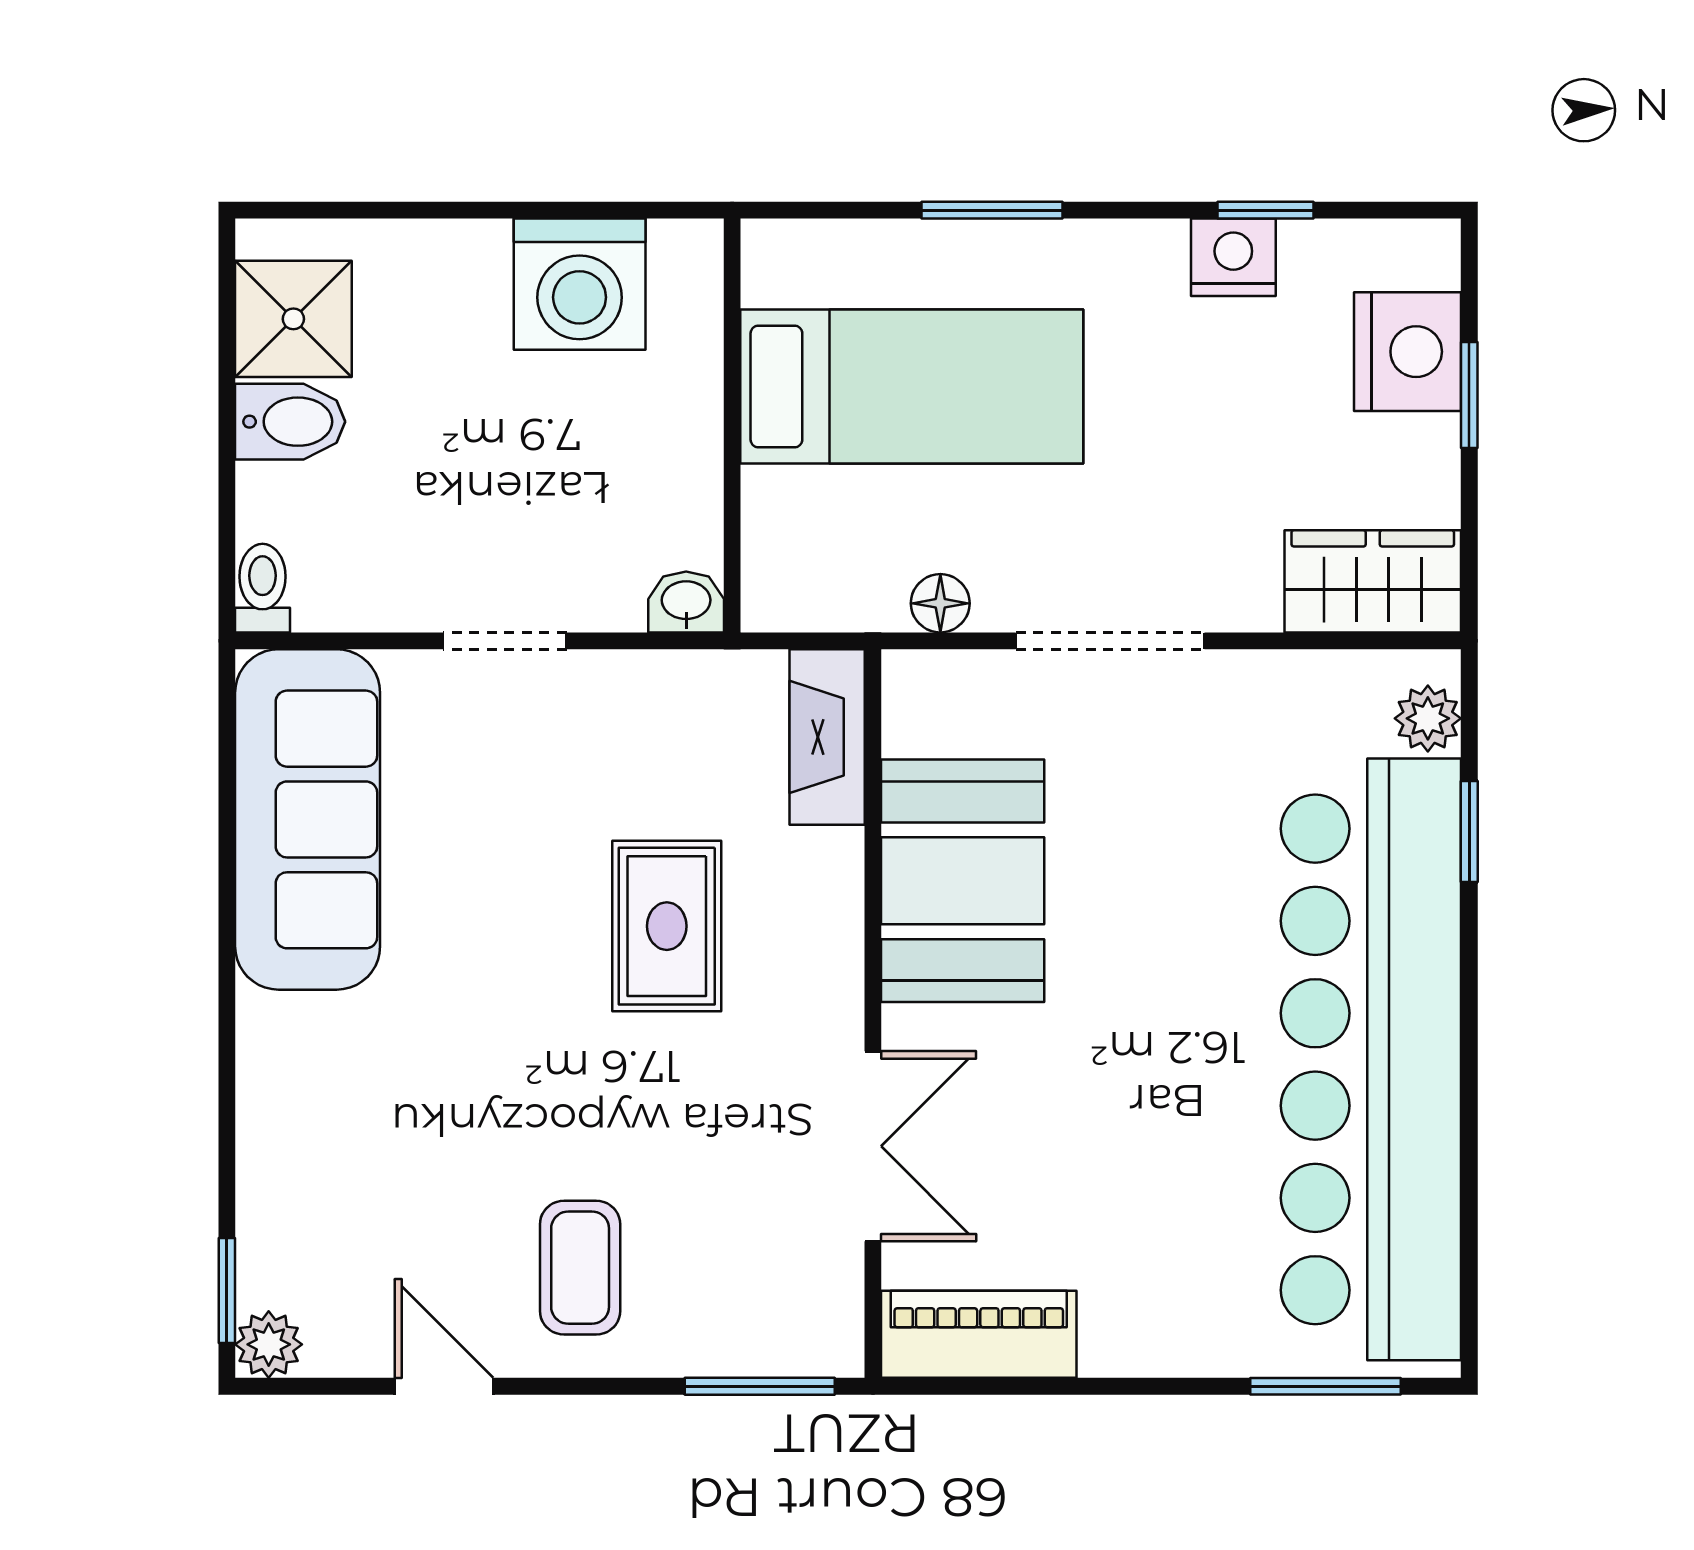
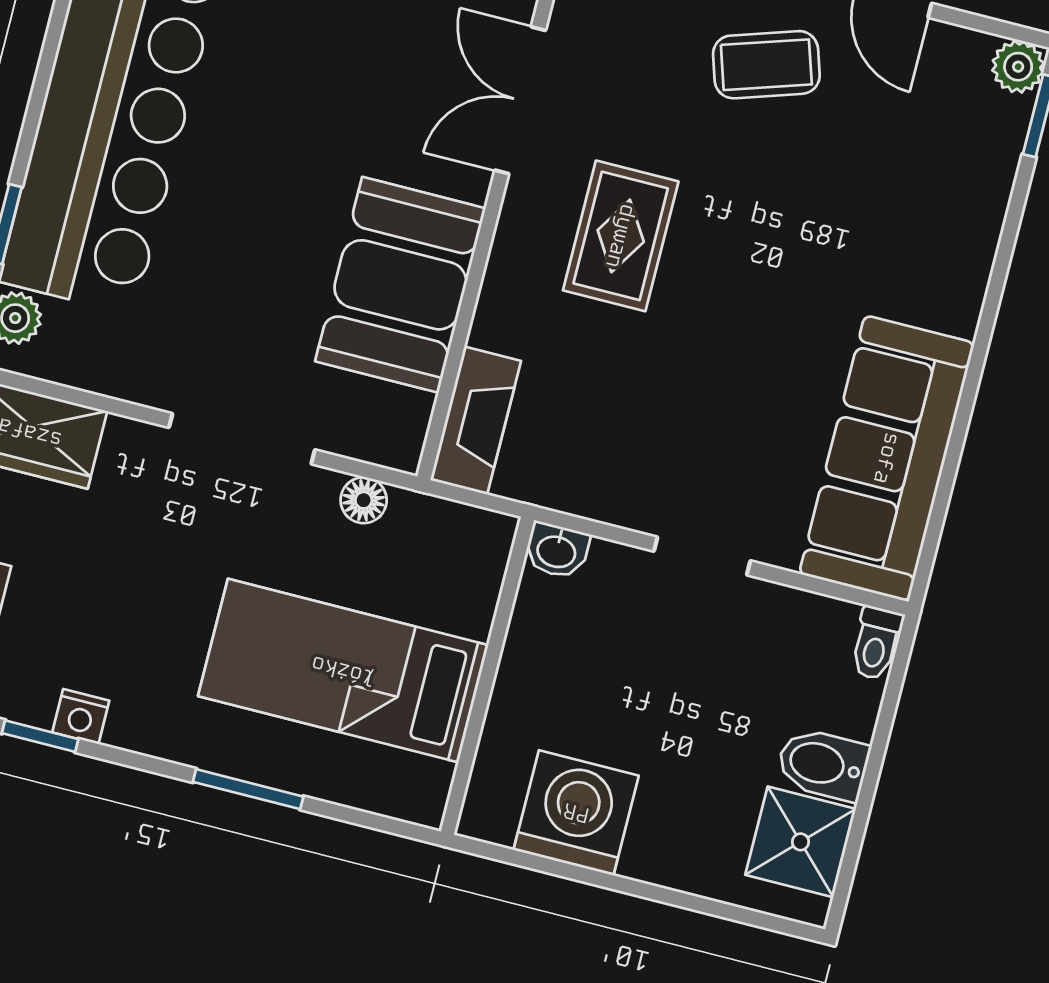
nightstand: (1233, 257) -> (81, 717), width x0.72, depth x0.74
rug: (667, 926) -> (621, 236), moved
coffee table: (580, 1268) -> (766, 65), turned 72

